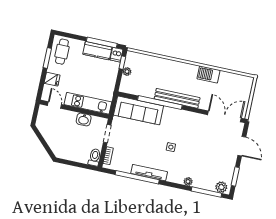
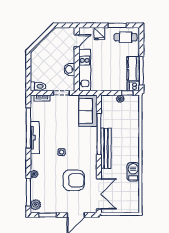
sofa: (139, 110) -> (88, 111), width x0.73
armchair: (204, 140) -> (74, 180), added

